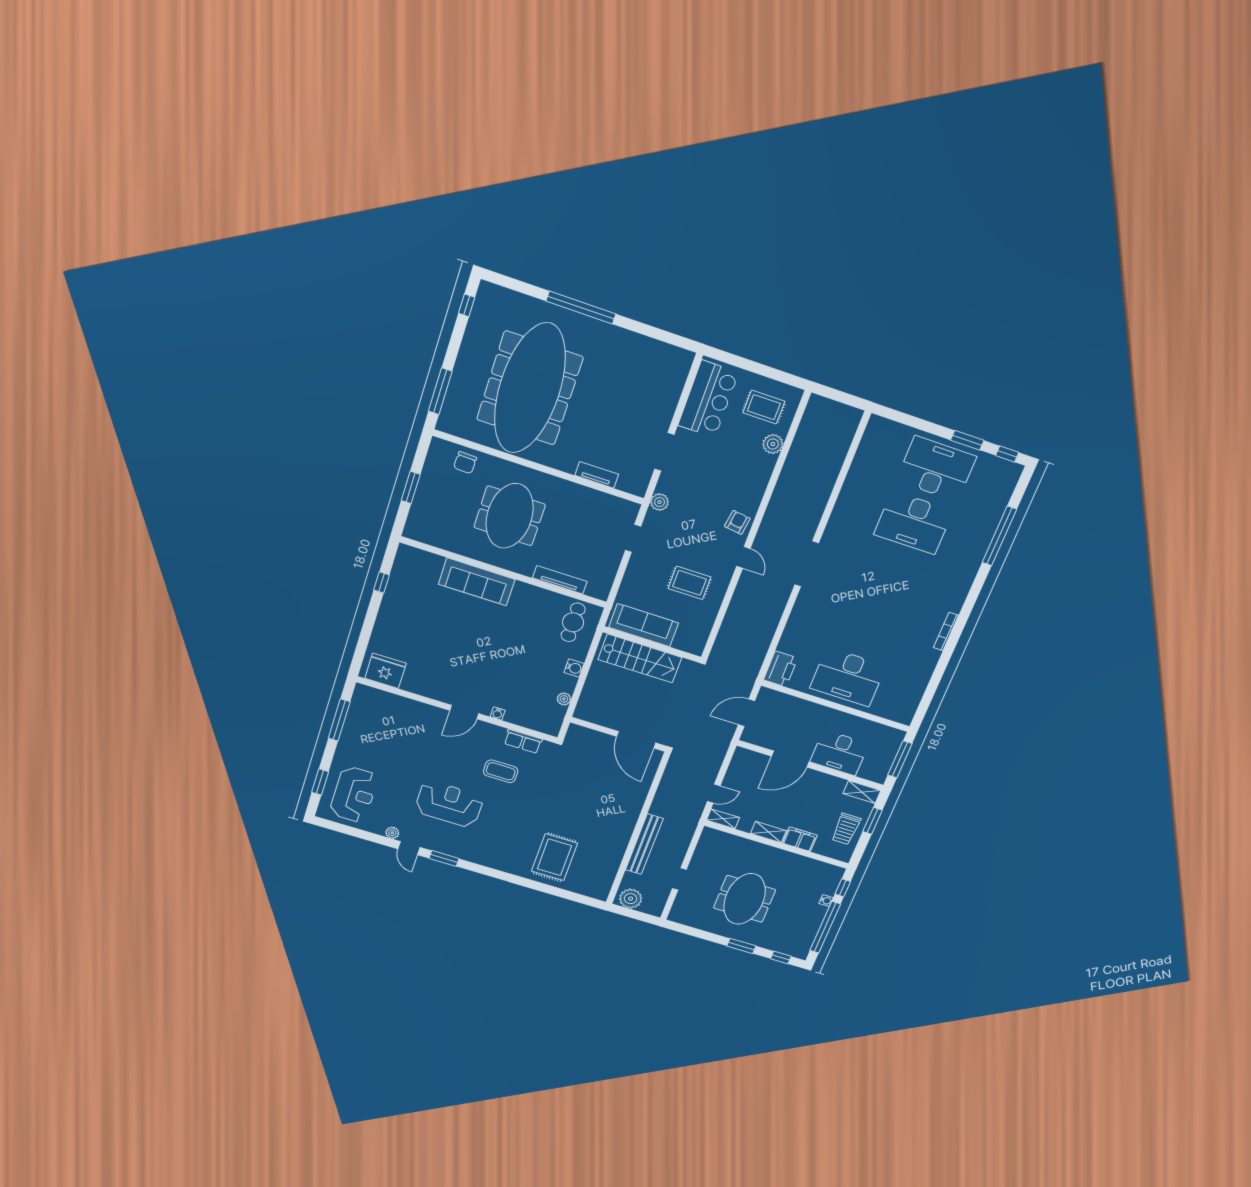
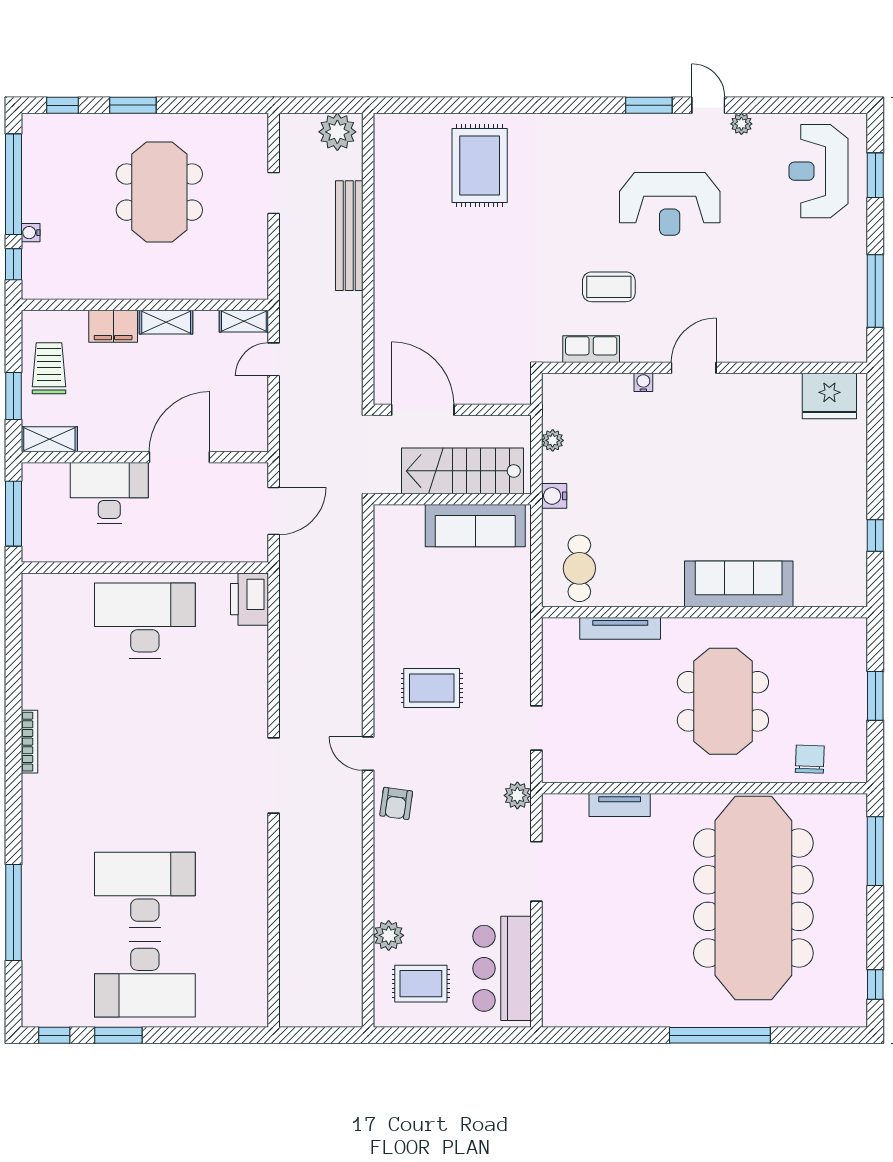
sofa: (644, 625) -> (475, 526), moved
wall: (652, 645) -> (452, 499), moved
stairs: (640, 658) -> (463, 471), moved

